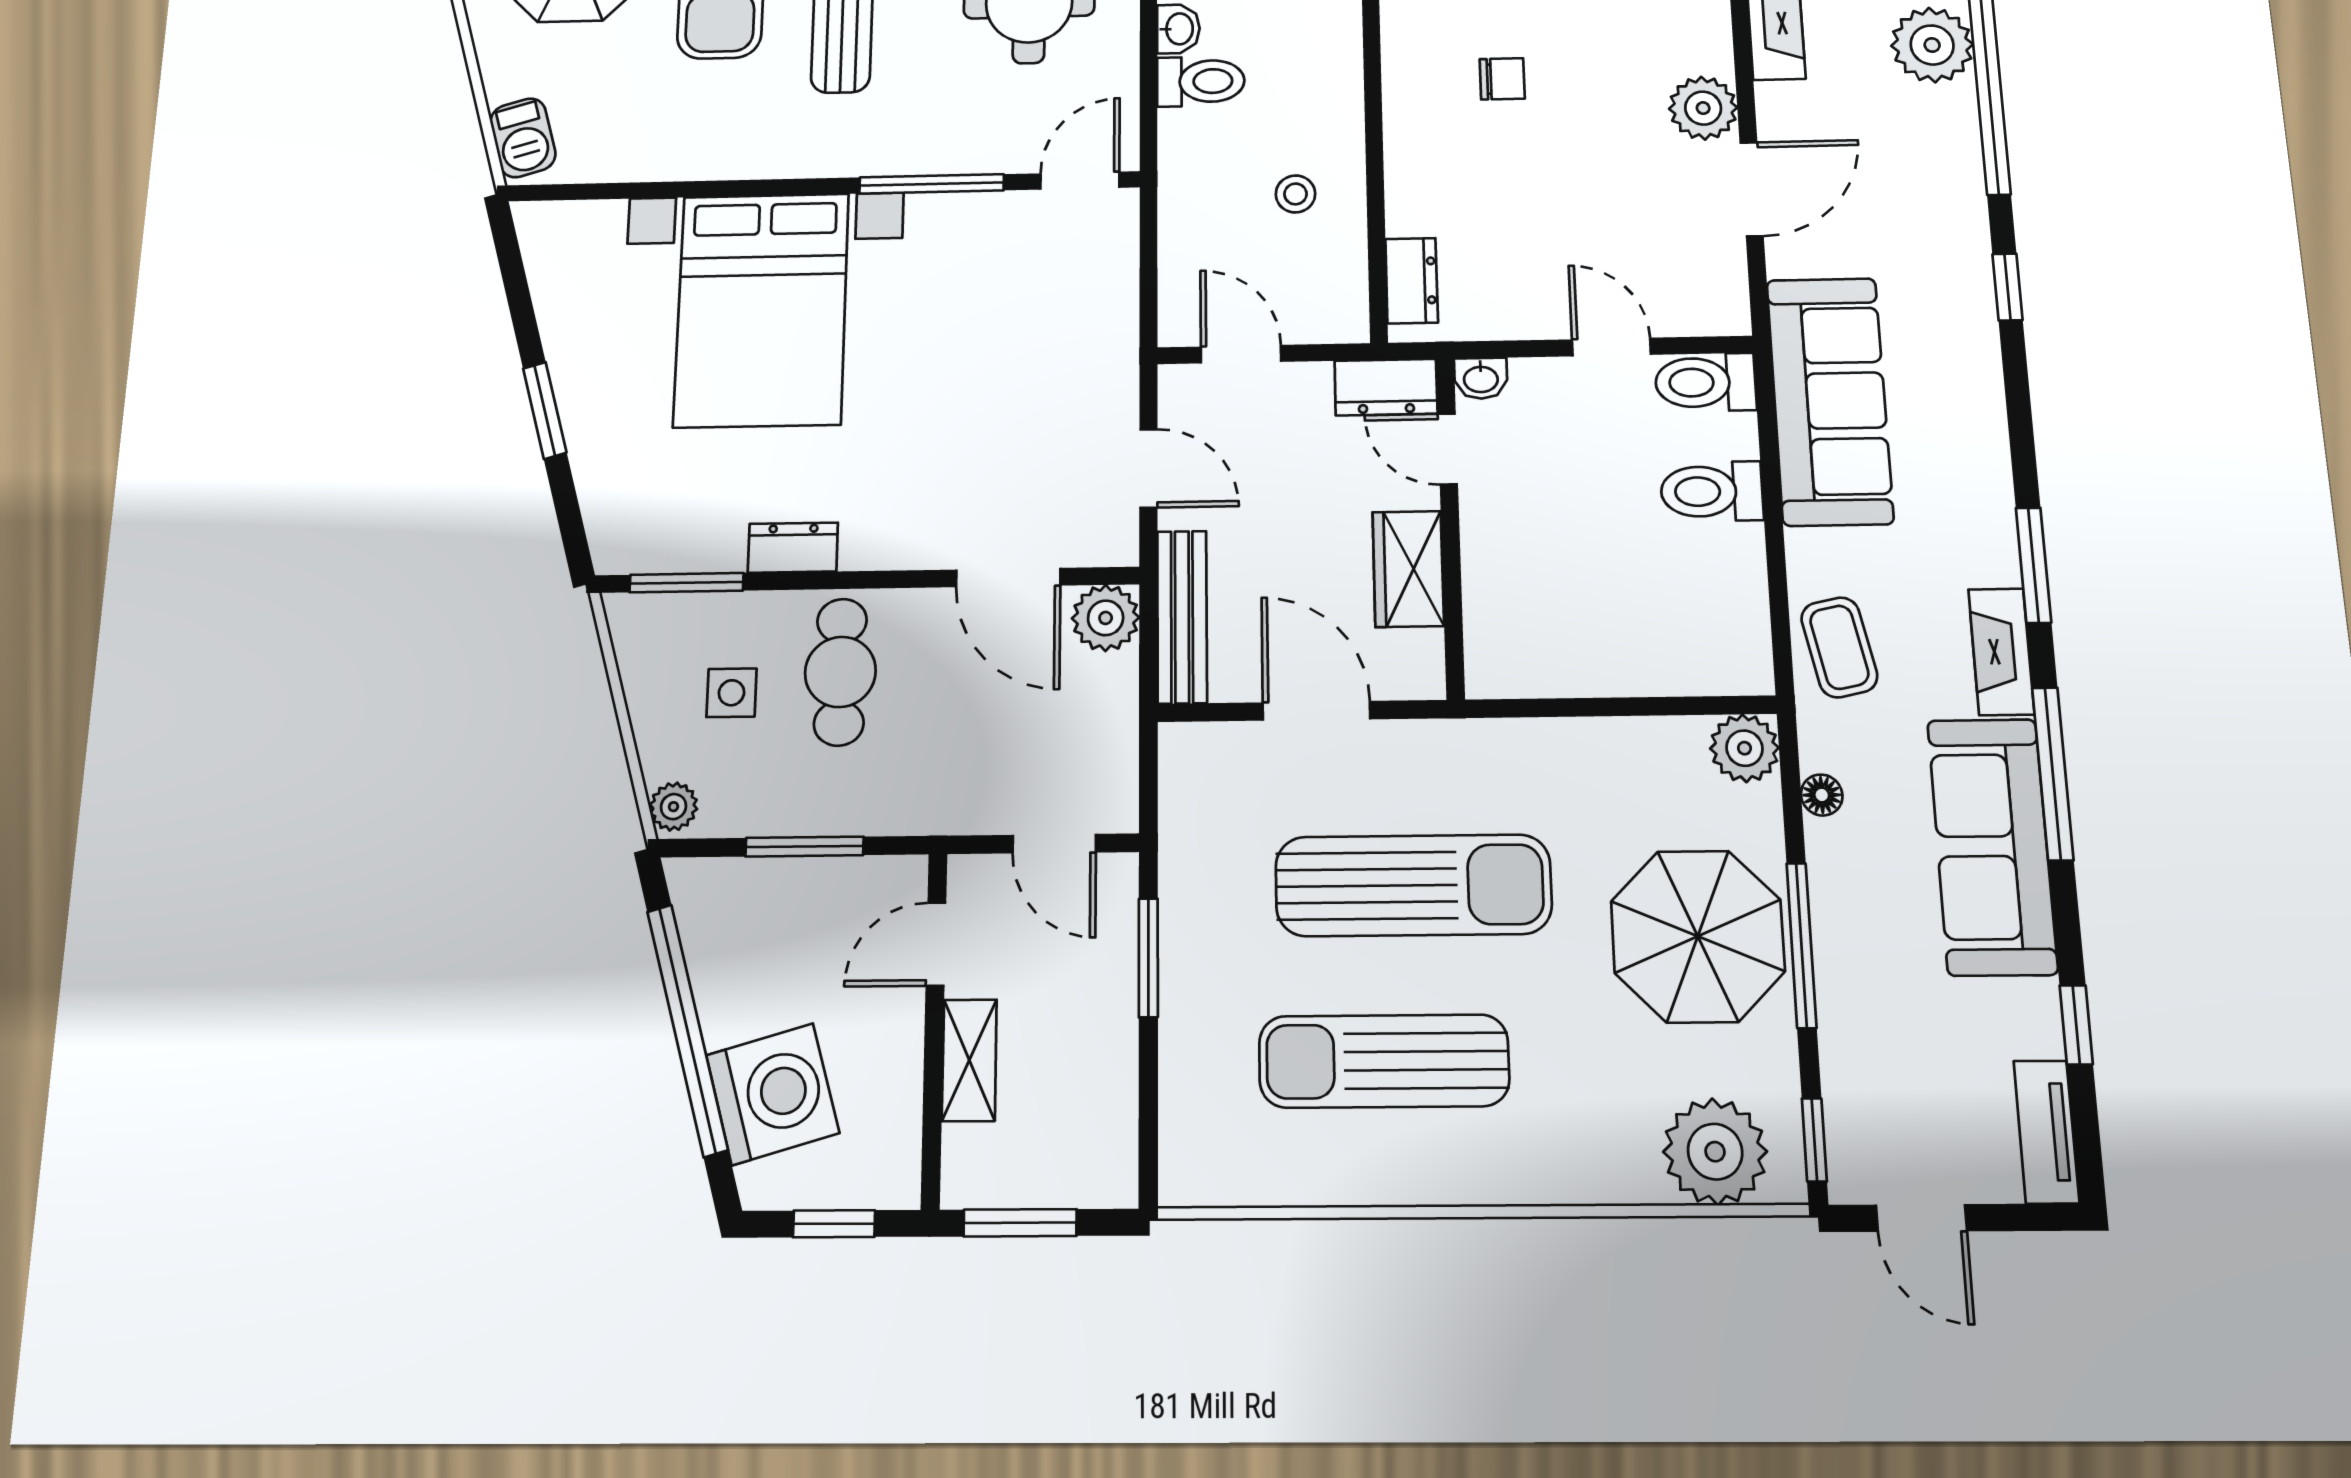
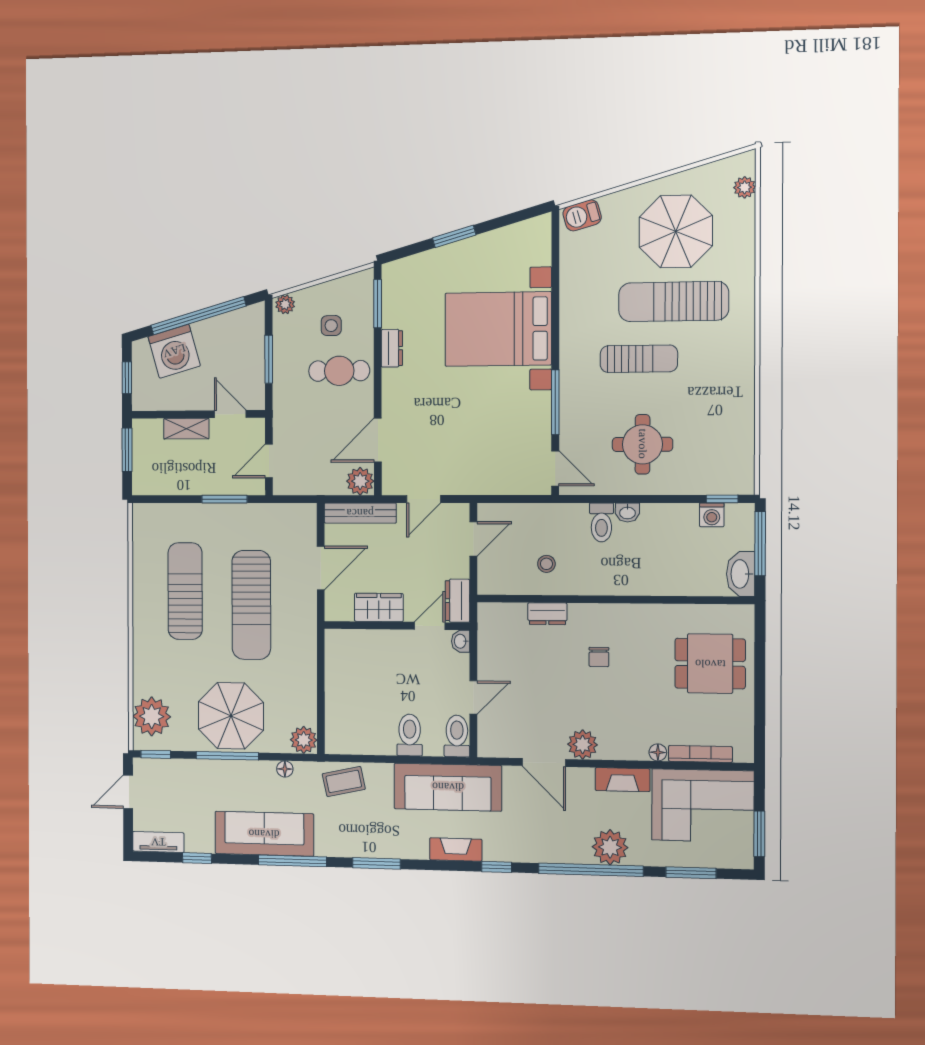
dresser: (1412, 281) -> (547, 614), moved
fireplace: (2001, 652) -> (456, 850), moved

